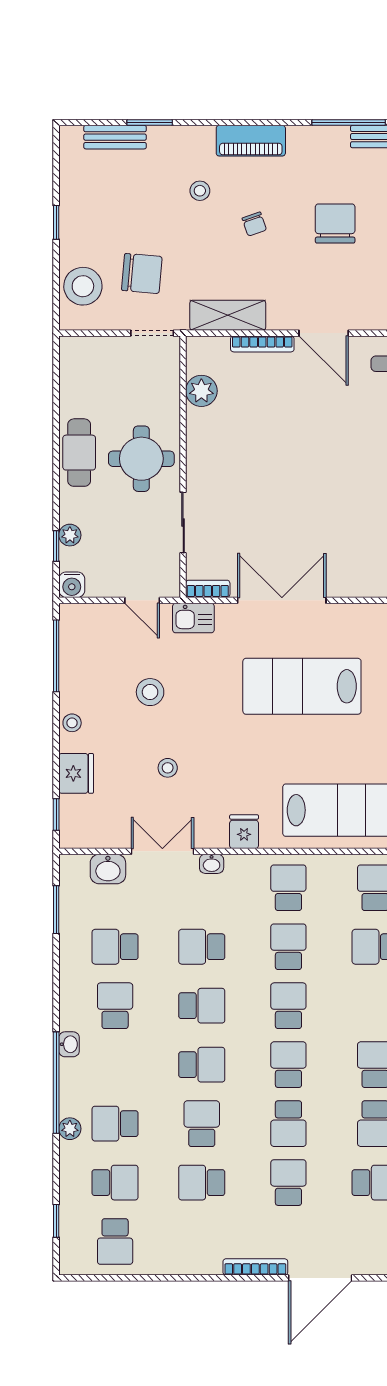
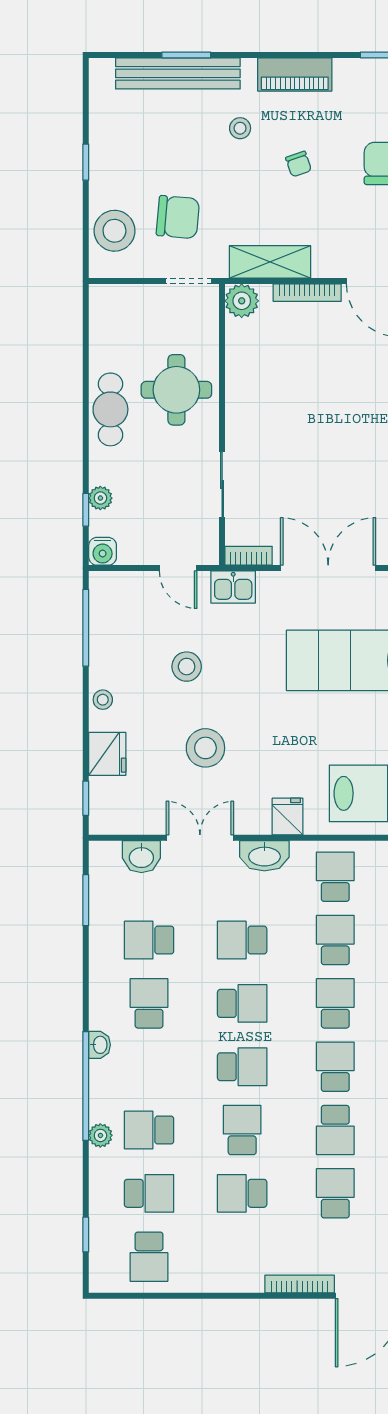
bench: (115, 137) -> (178, 73), width x1.86, depth x1.21
plant: (201, 391) -> (242, 301), moved
round table: (141, 459) -> (176, 390), moved
stool: (168, 768) -> (205, 748), width x1.89, depth x1.89
washbasin: (212, 864) -> (264, 856), width x1.91, depth x1.45

